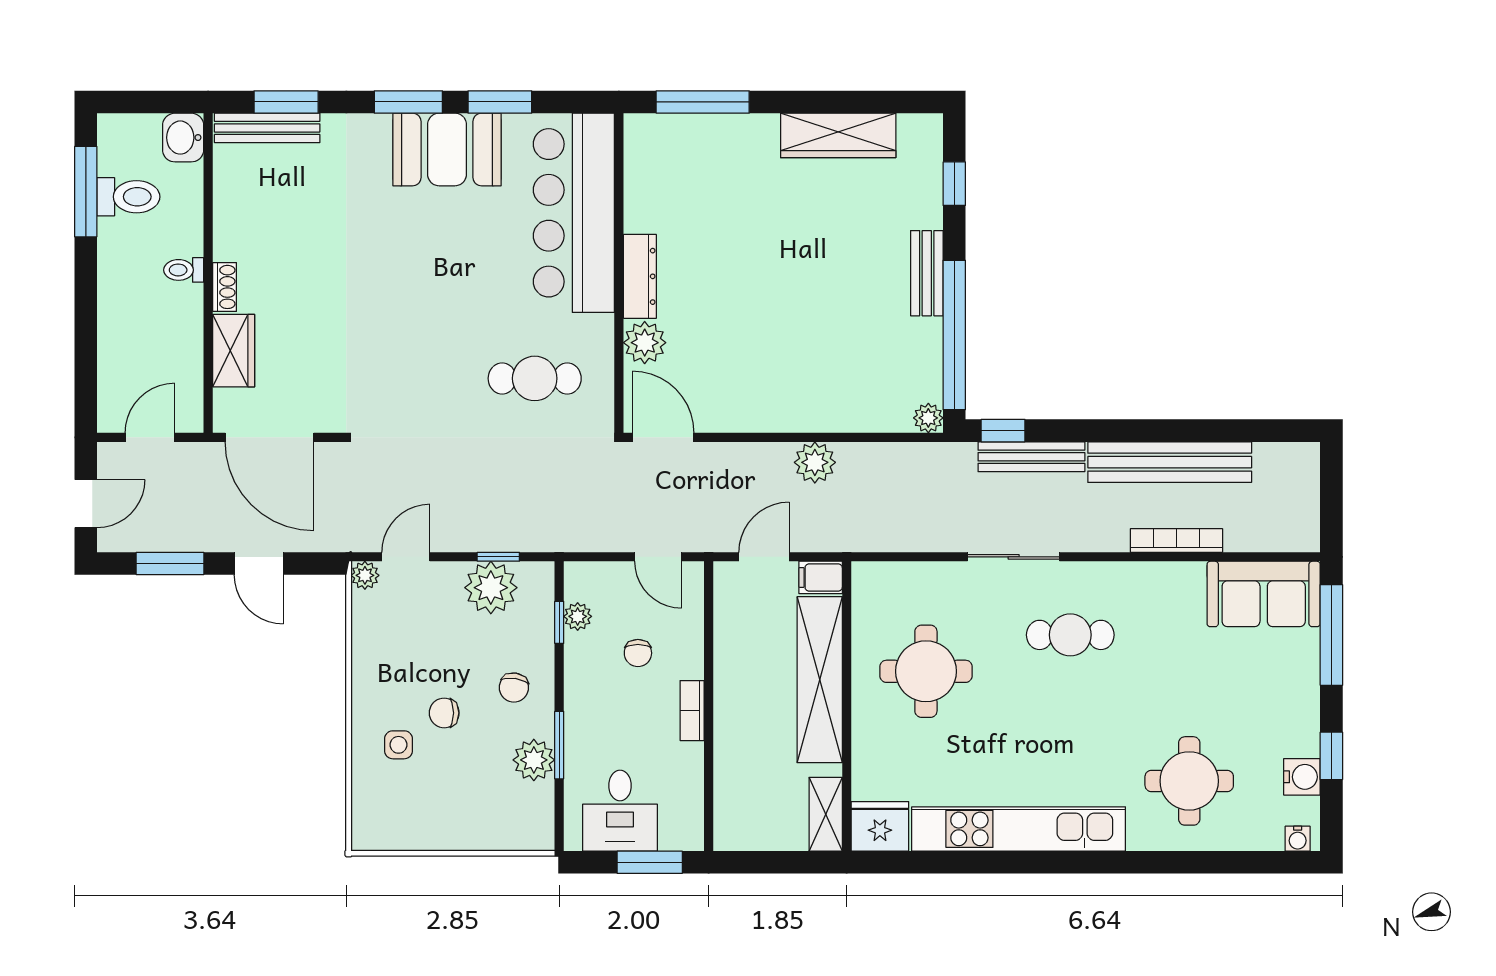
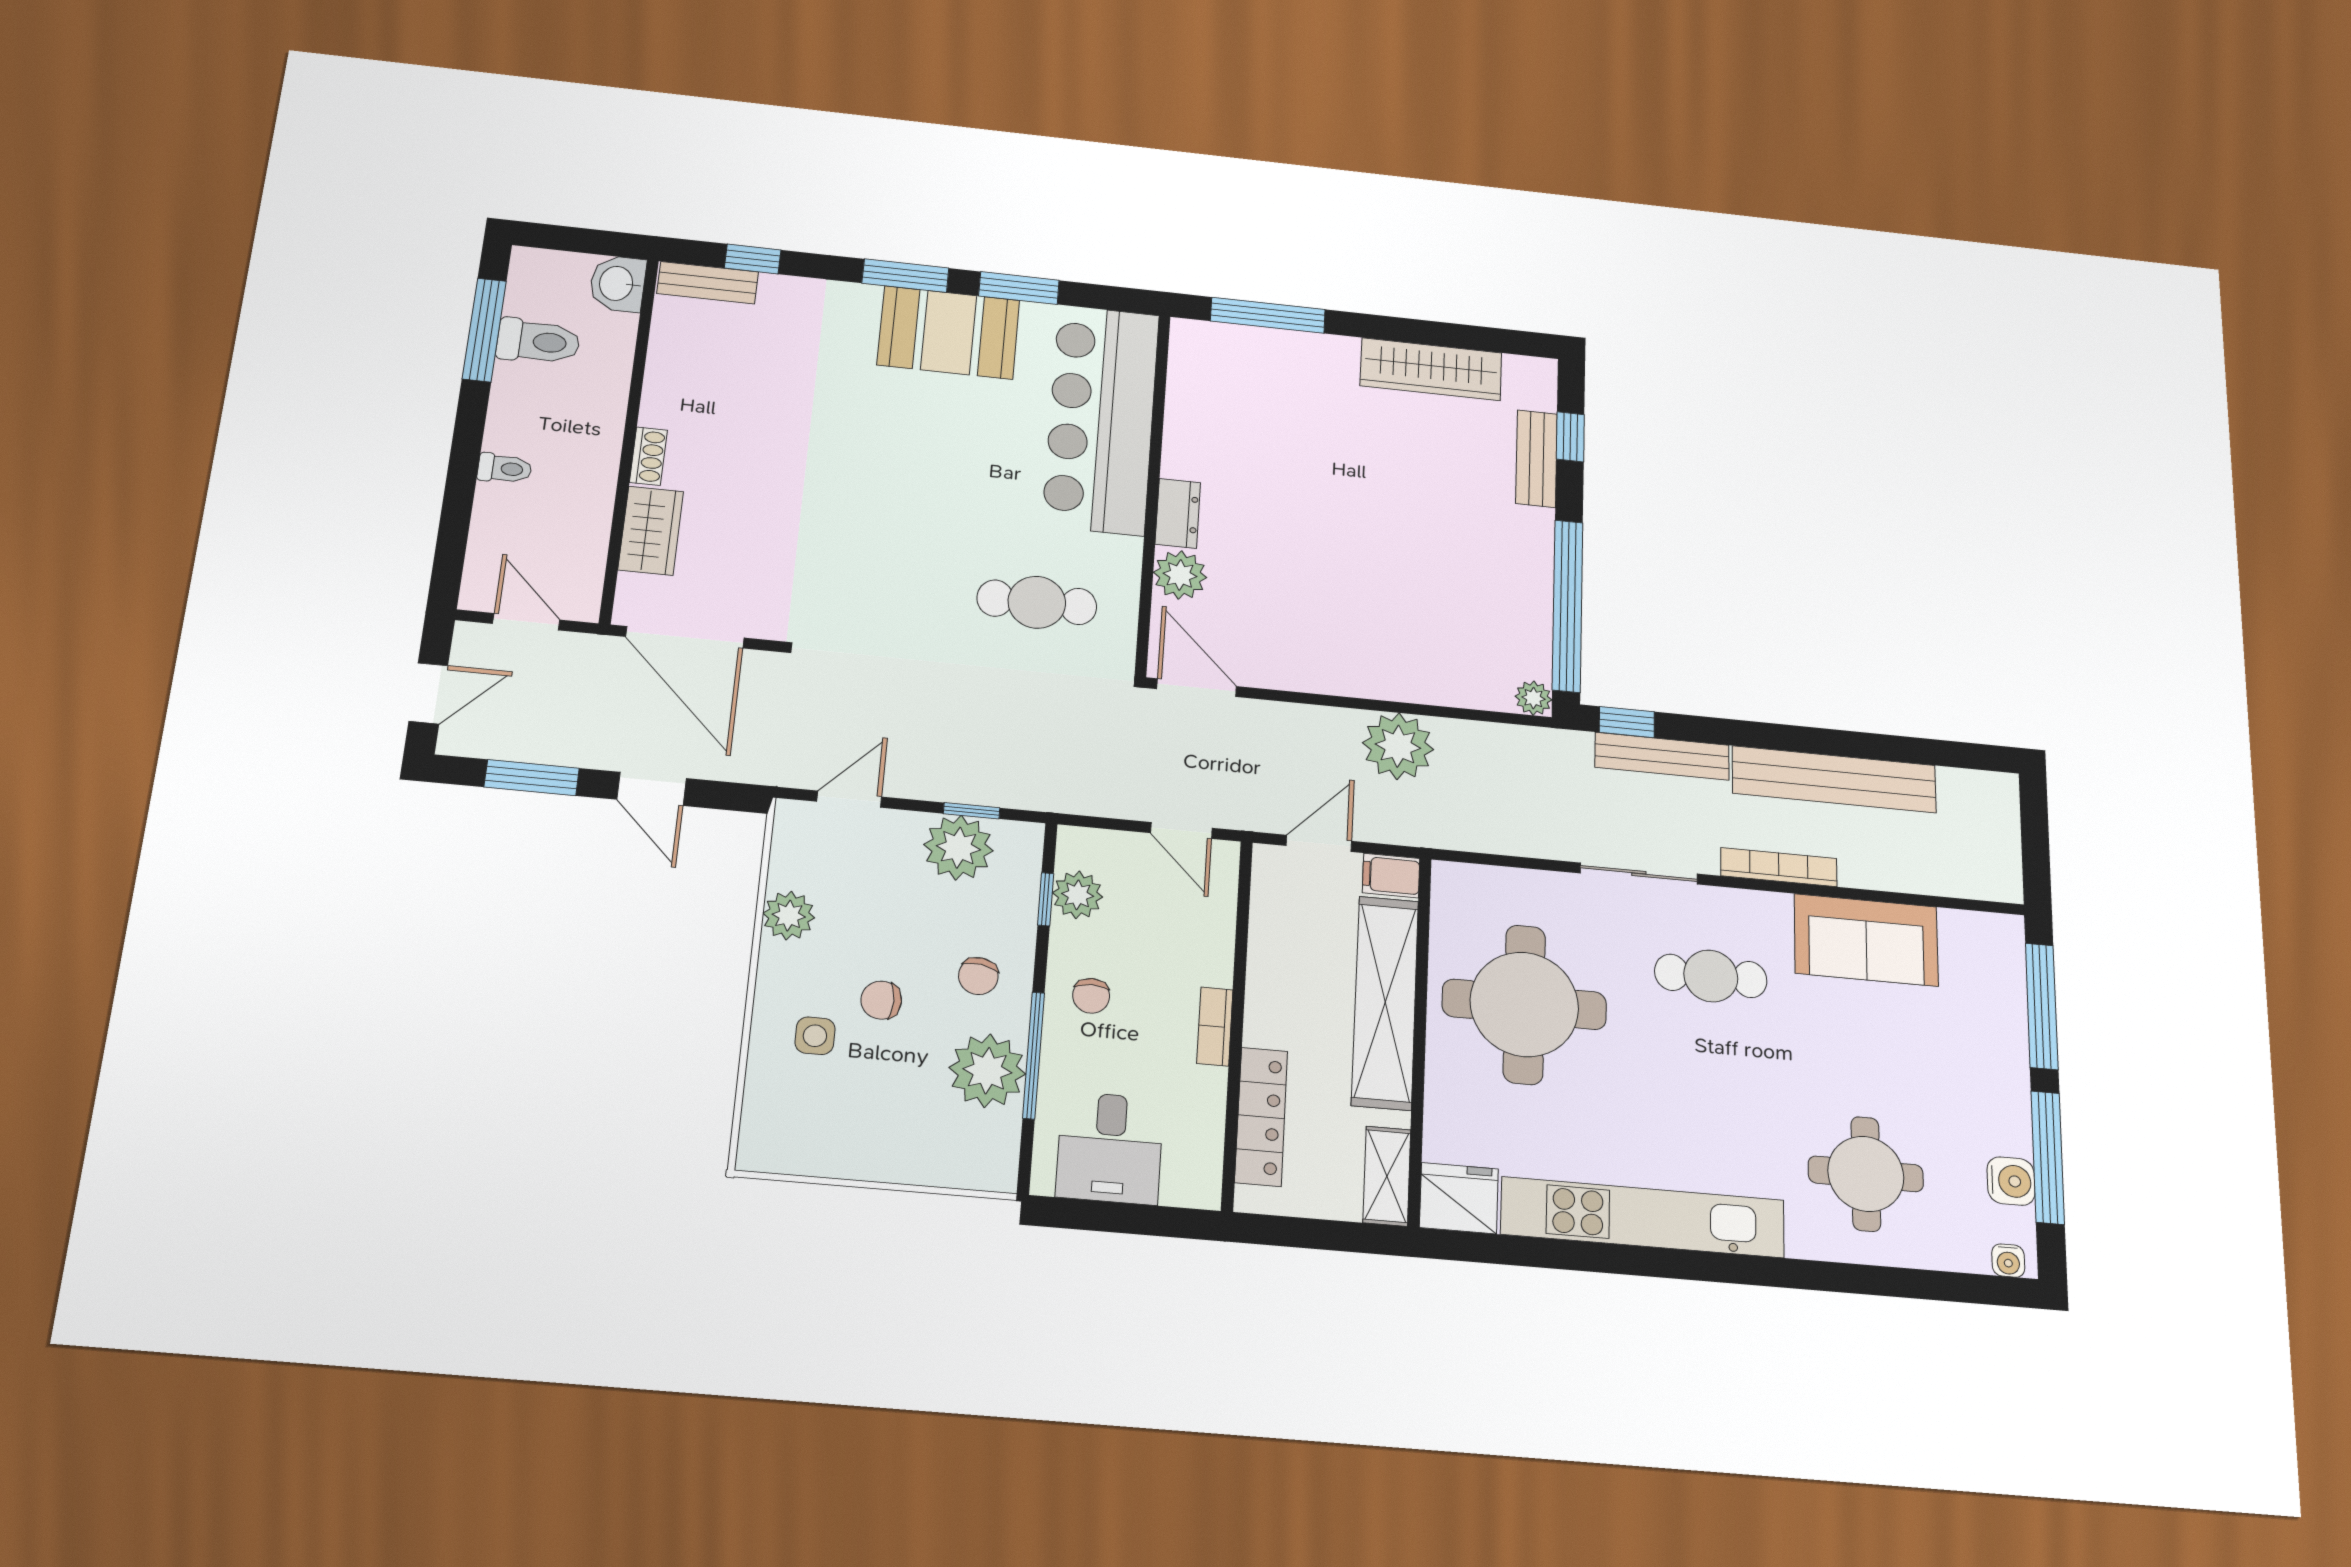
window: (286, 102) -> (753, 259), width x0.67
bench: (267, 128) -> (708, 283), width x0.73
toilet: (184, 270) -> (505, 468), moved, turned 180
bench: (927, 273) -> (1536, 459), moved
dresser: (640, 276) -> (1178, 513), width x0.70
door: (150, 437) -> (526, 622), hinge flipped
plant: (815, 462) -> (1398, 746), width x1.36, depth x1.36
bookcase: (1176, 540) -> (1779, 867), moved
plant: (365, 575) -> (789, 916), moved, width x1.38, depth x1.38
sofa: (1264, 594) -> (1866, 940), moved
plant: (578, 616) -> (1078, 895), width x1.38, depth x1.38
chair: (638, 653) -> (1091, 996), moved
round table: (926, 671) -> (1524, 1004), width x1.36, depth x1.36
window: (559, 745) -> (1034, 1055), width x1.44
window: (1331, 756) -> (2048, 1157), width x2.17
plant: (534, 760) -> (987, 1071), width x1.36, depth x1.36
locker: (730, 777) -> (1261, 1117), added
window: (650, 862) -> (1146, 1220), removed

